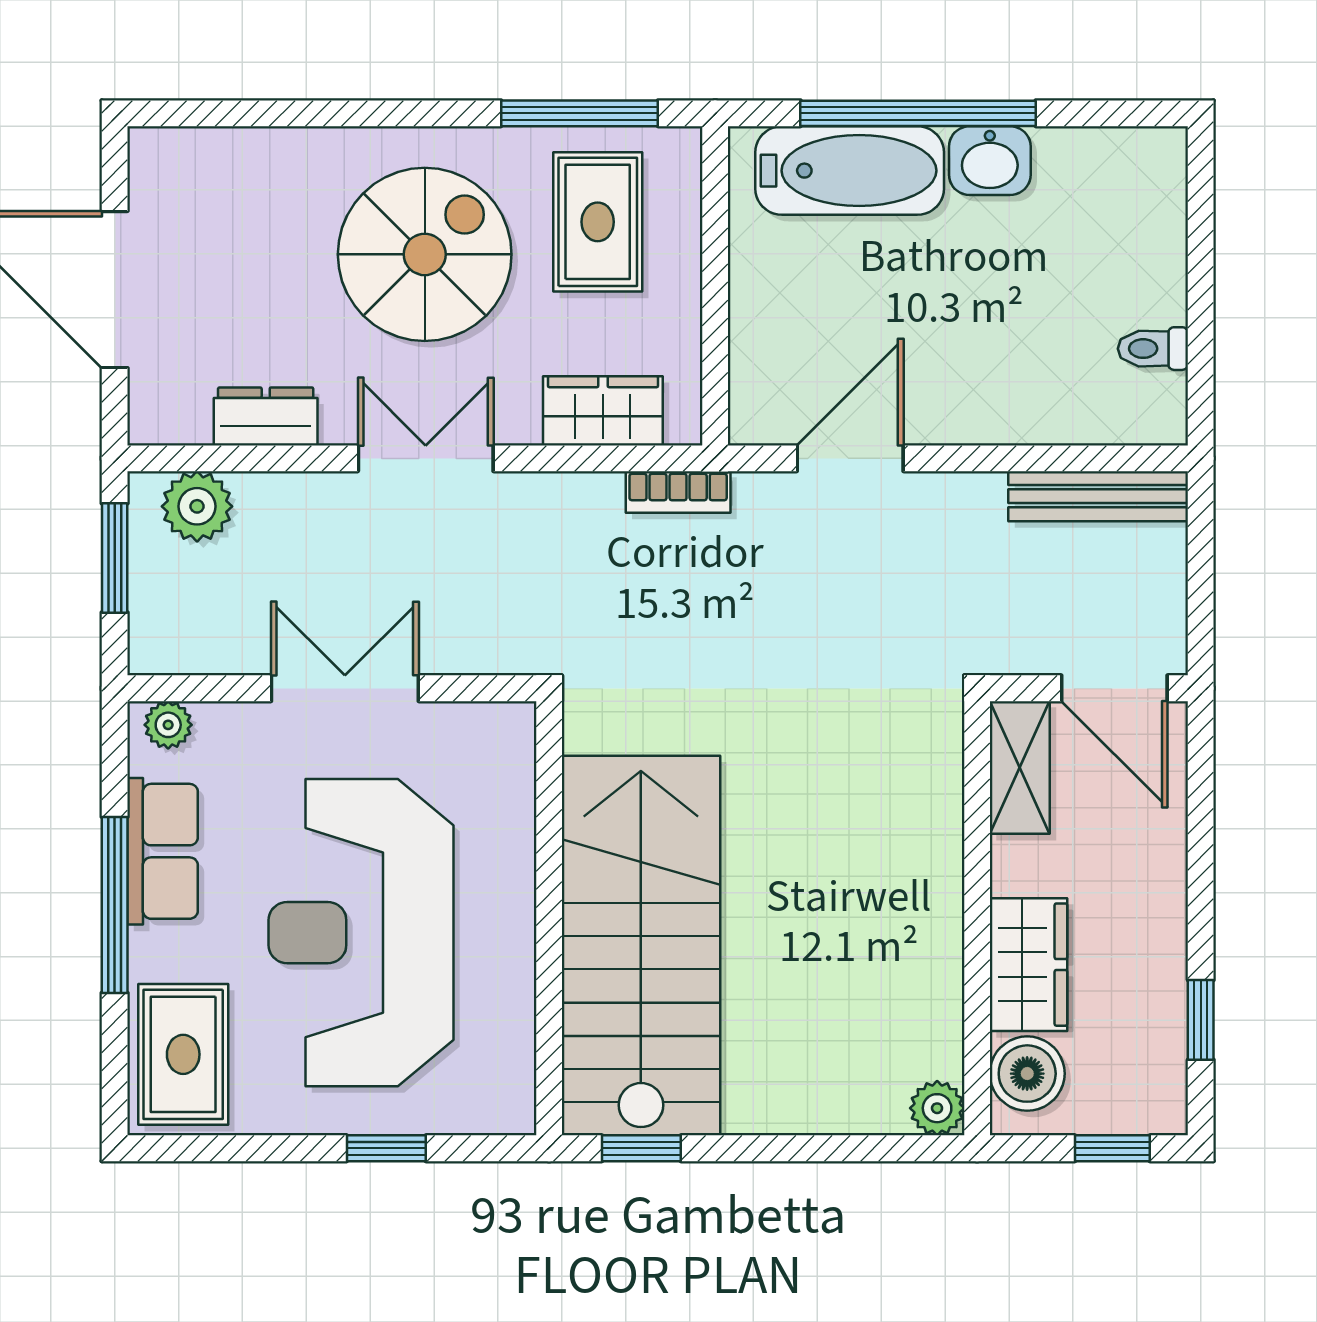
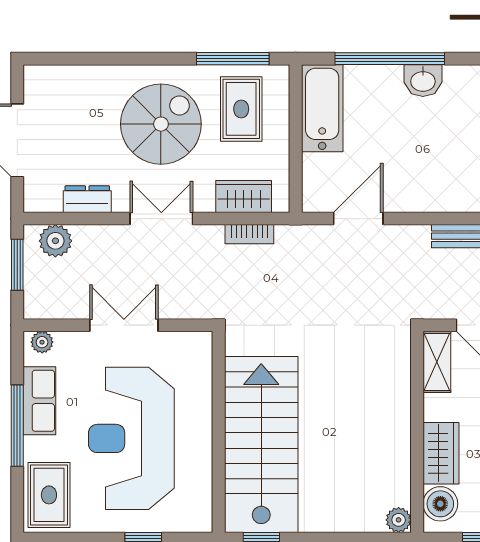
bathtub: (850, 171) -> (322, 108), moved, turned -90
bookcase: (678, 492) -> (249, 234), moved

